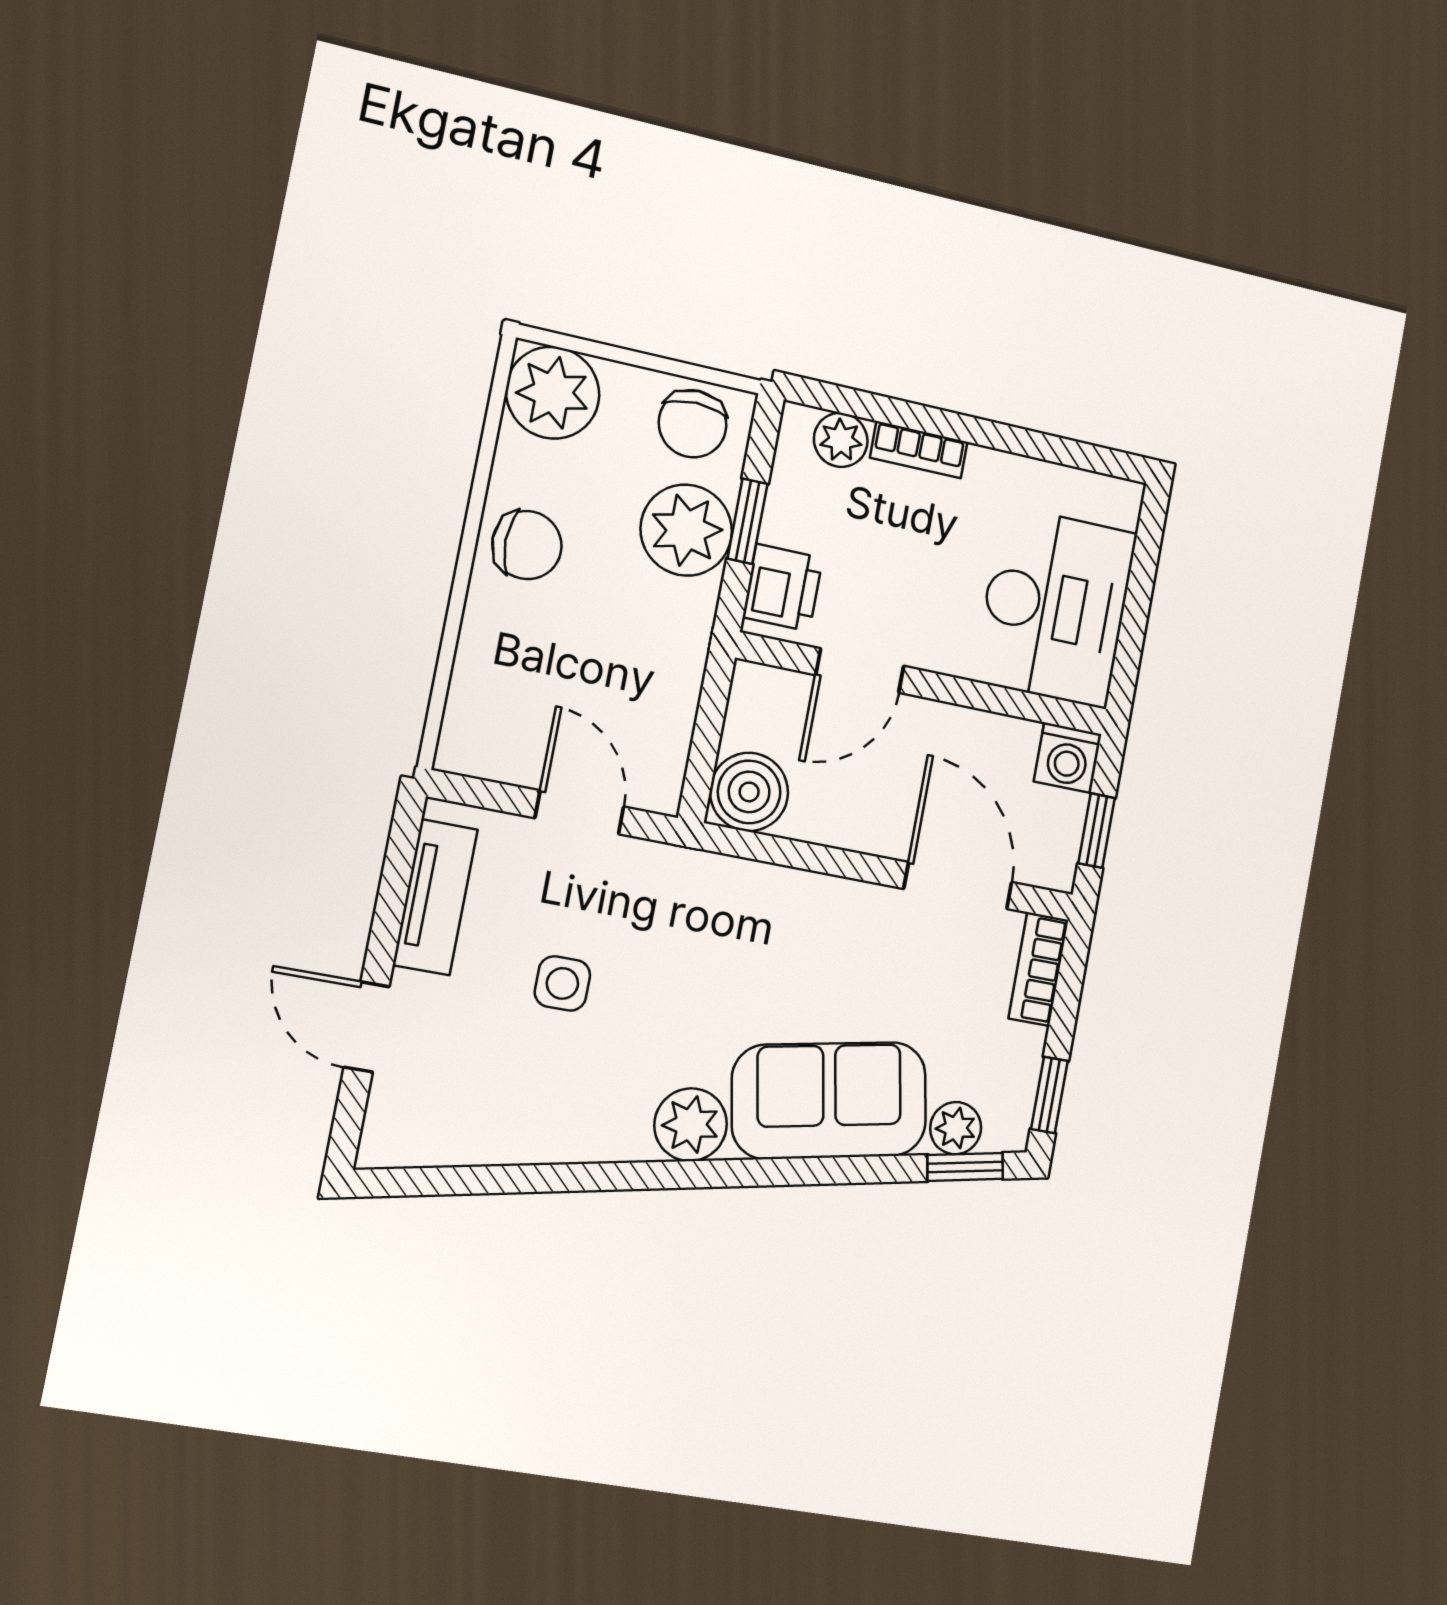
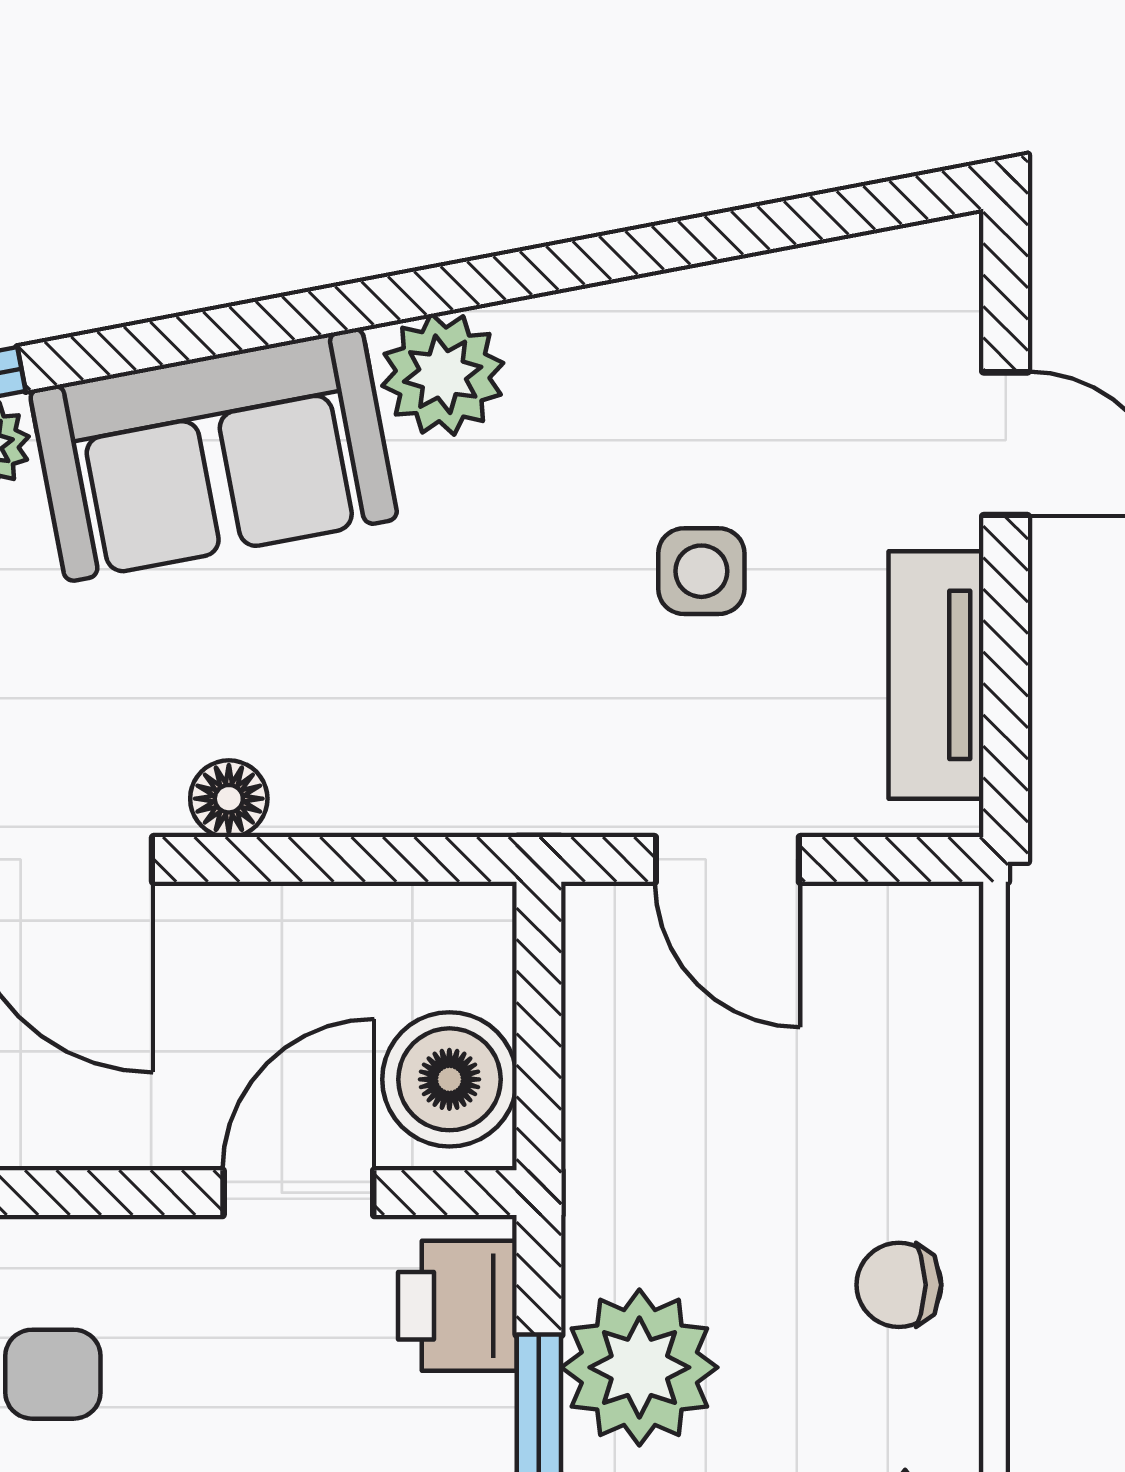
chair: (527, 545) -> (899, 1285), width x0.73, depth x0.73
boiler: (749, 792) -> (449, 1079), moved
floor lamp: (857, 902) -> (229, 799), added

